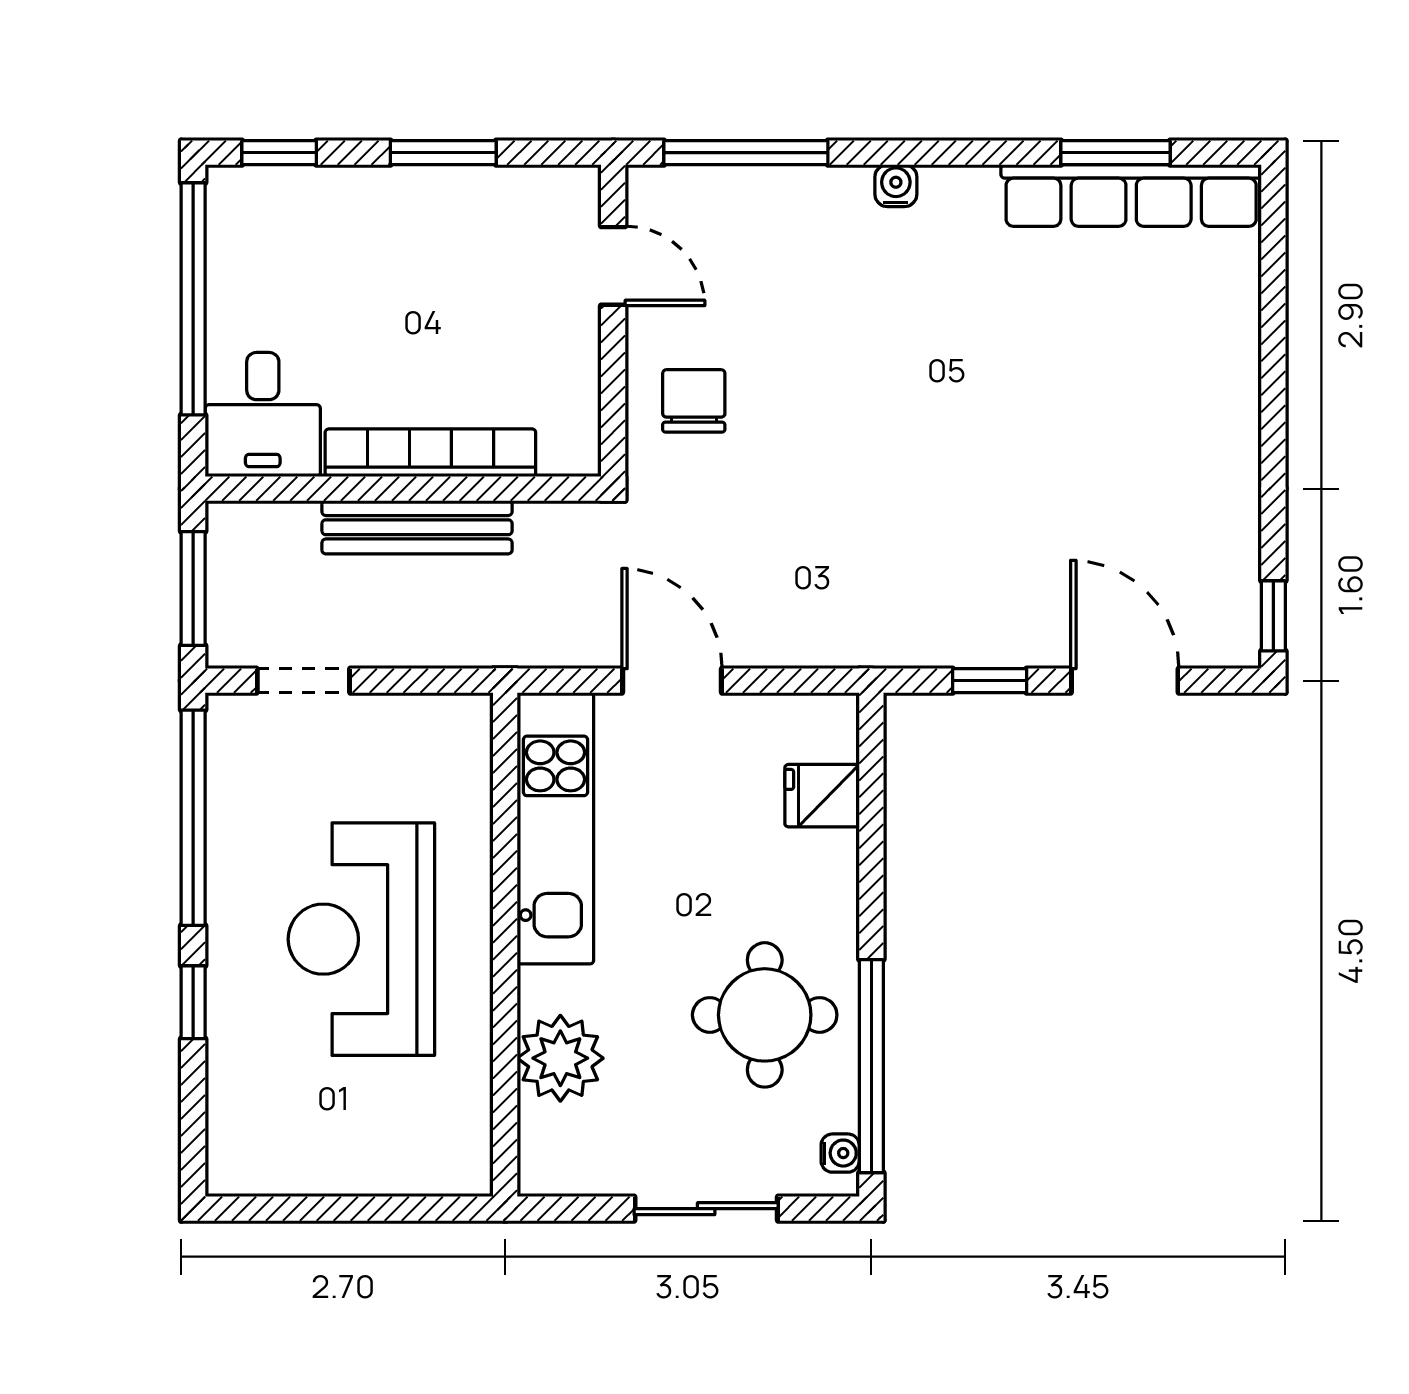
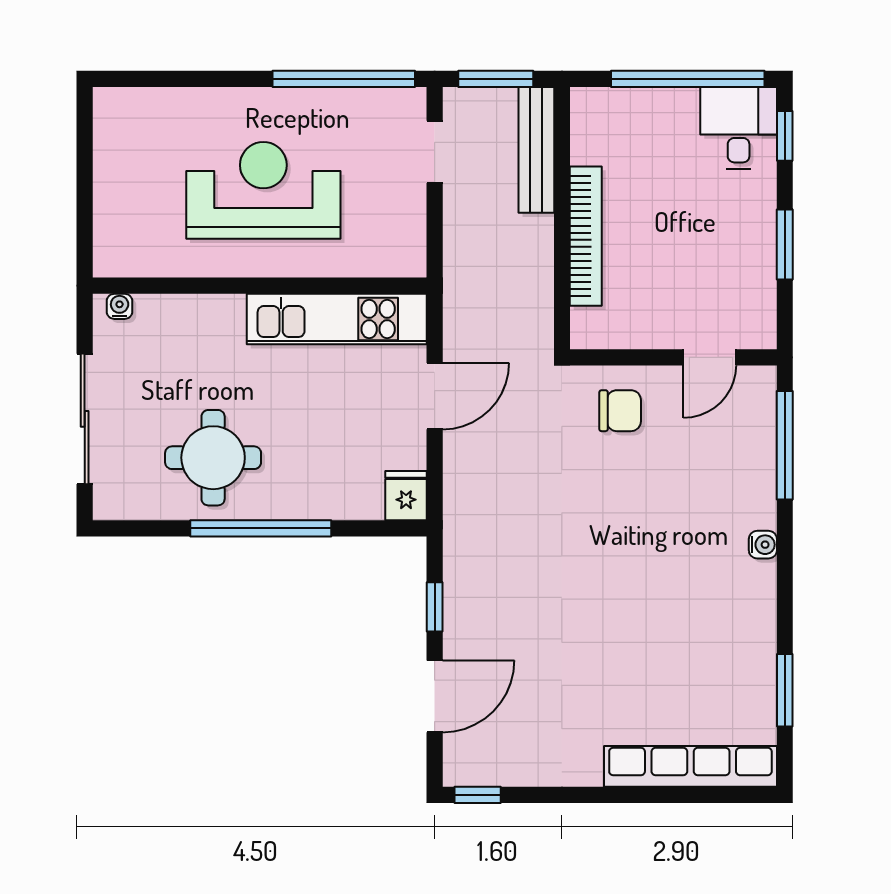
row of seats: (1131, 195) -> (690, 766), moved, turned 90
desk: (263, 415) -> (739, 128), moved, turned 90
bench: (417, 527) -> (536, 150), moved
fridge: (822, 796) -> (406, 496), moved
window: (193, 1002) -> (222, 79), removed
plant: (560, 1058) -> (184, 322), removed
window: (871, 1066) -> (261, 528), moved
water cooler: (840, 1153) -> (120, 306), moved, turned 180
sliding door: (706, 1209) -> (85, 419), width x1.37

